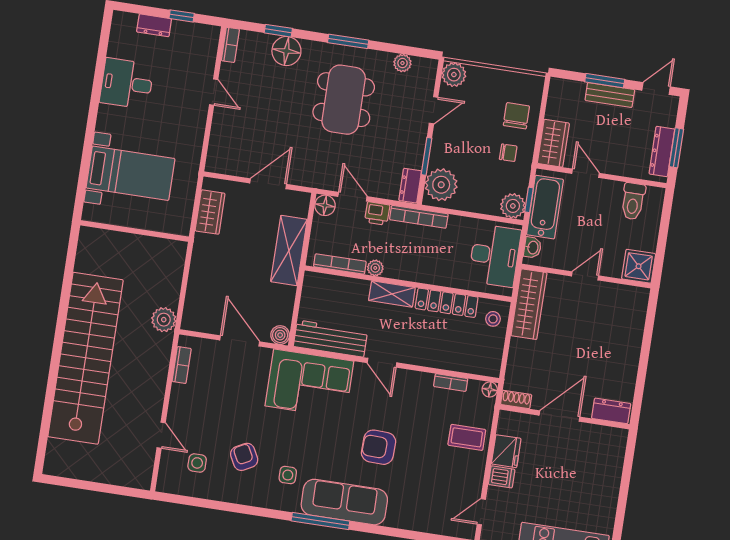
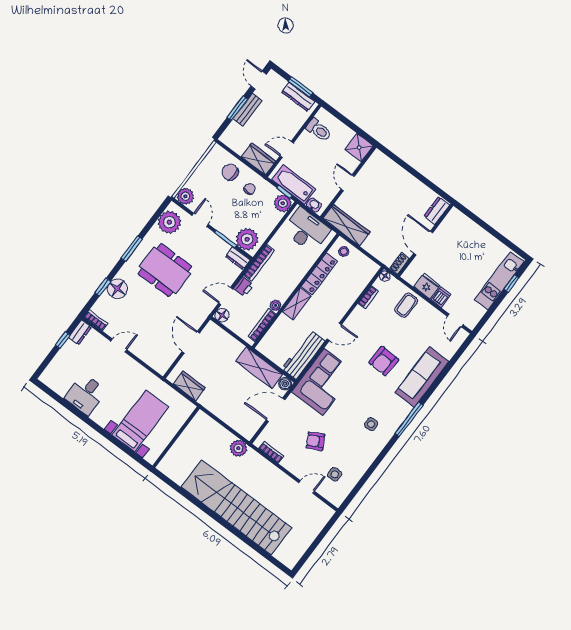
dresser: (154, 25) -> (80, 332), moved
plant: (402, 63) -> (169, 222), width x1.87, depth x1.87
shelving: (289, 251) -> (259, 368), moved
armchair: (244, 457) -> (315, 441), moved
sofa: (344, 502) -> (422, 377), moved

